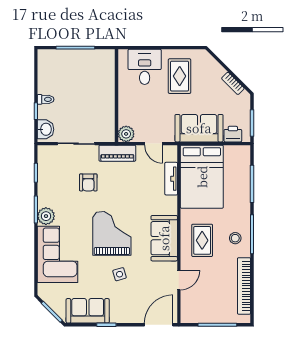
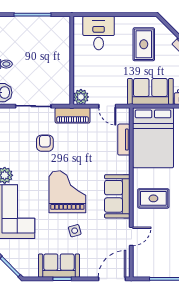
rug: (180, 76) -> (144, 44), moved
armchair: (88, 182) -> (45, 143), turned 180
rug: (202, 240) -> (153, 198), turned 90
sofa: (88, 311) -> (59, 266), moved

